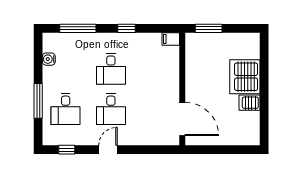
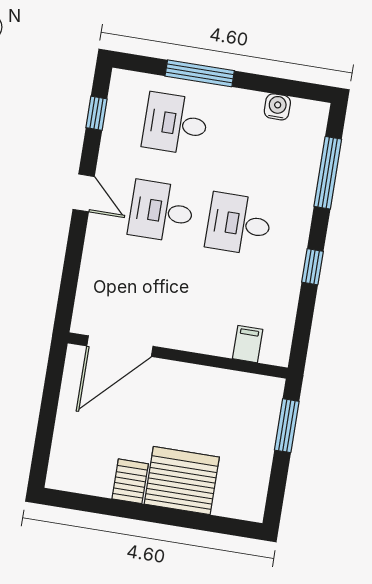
filing cabinet: (171, 39) -> (248, 344), moved

